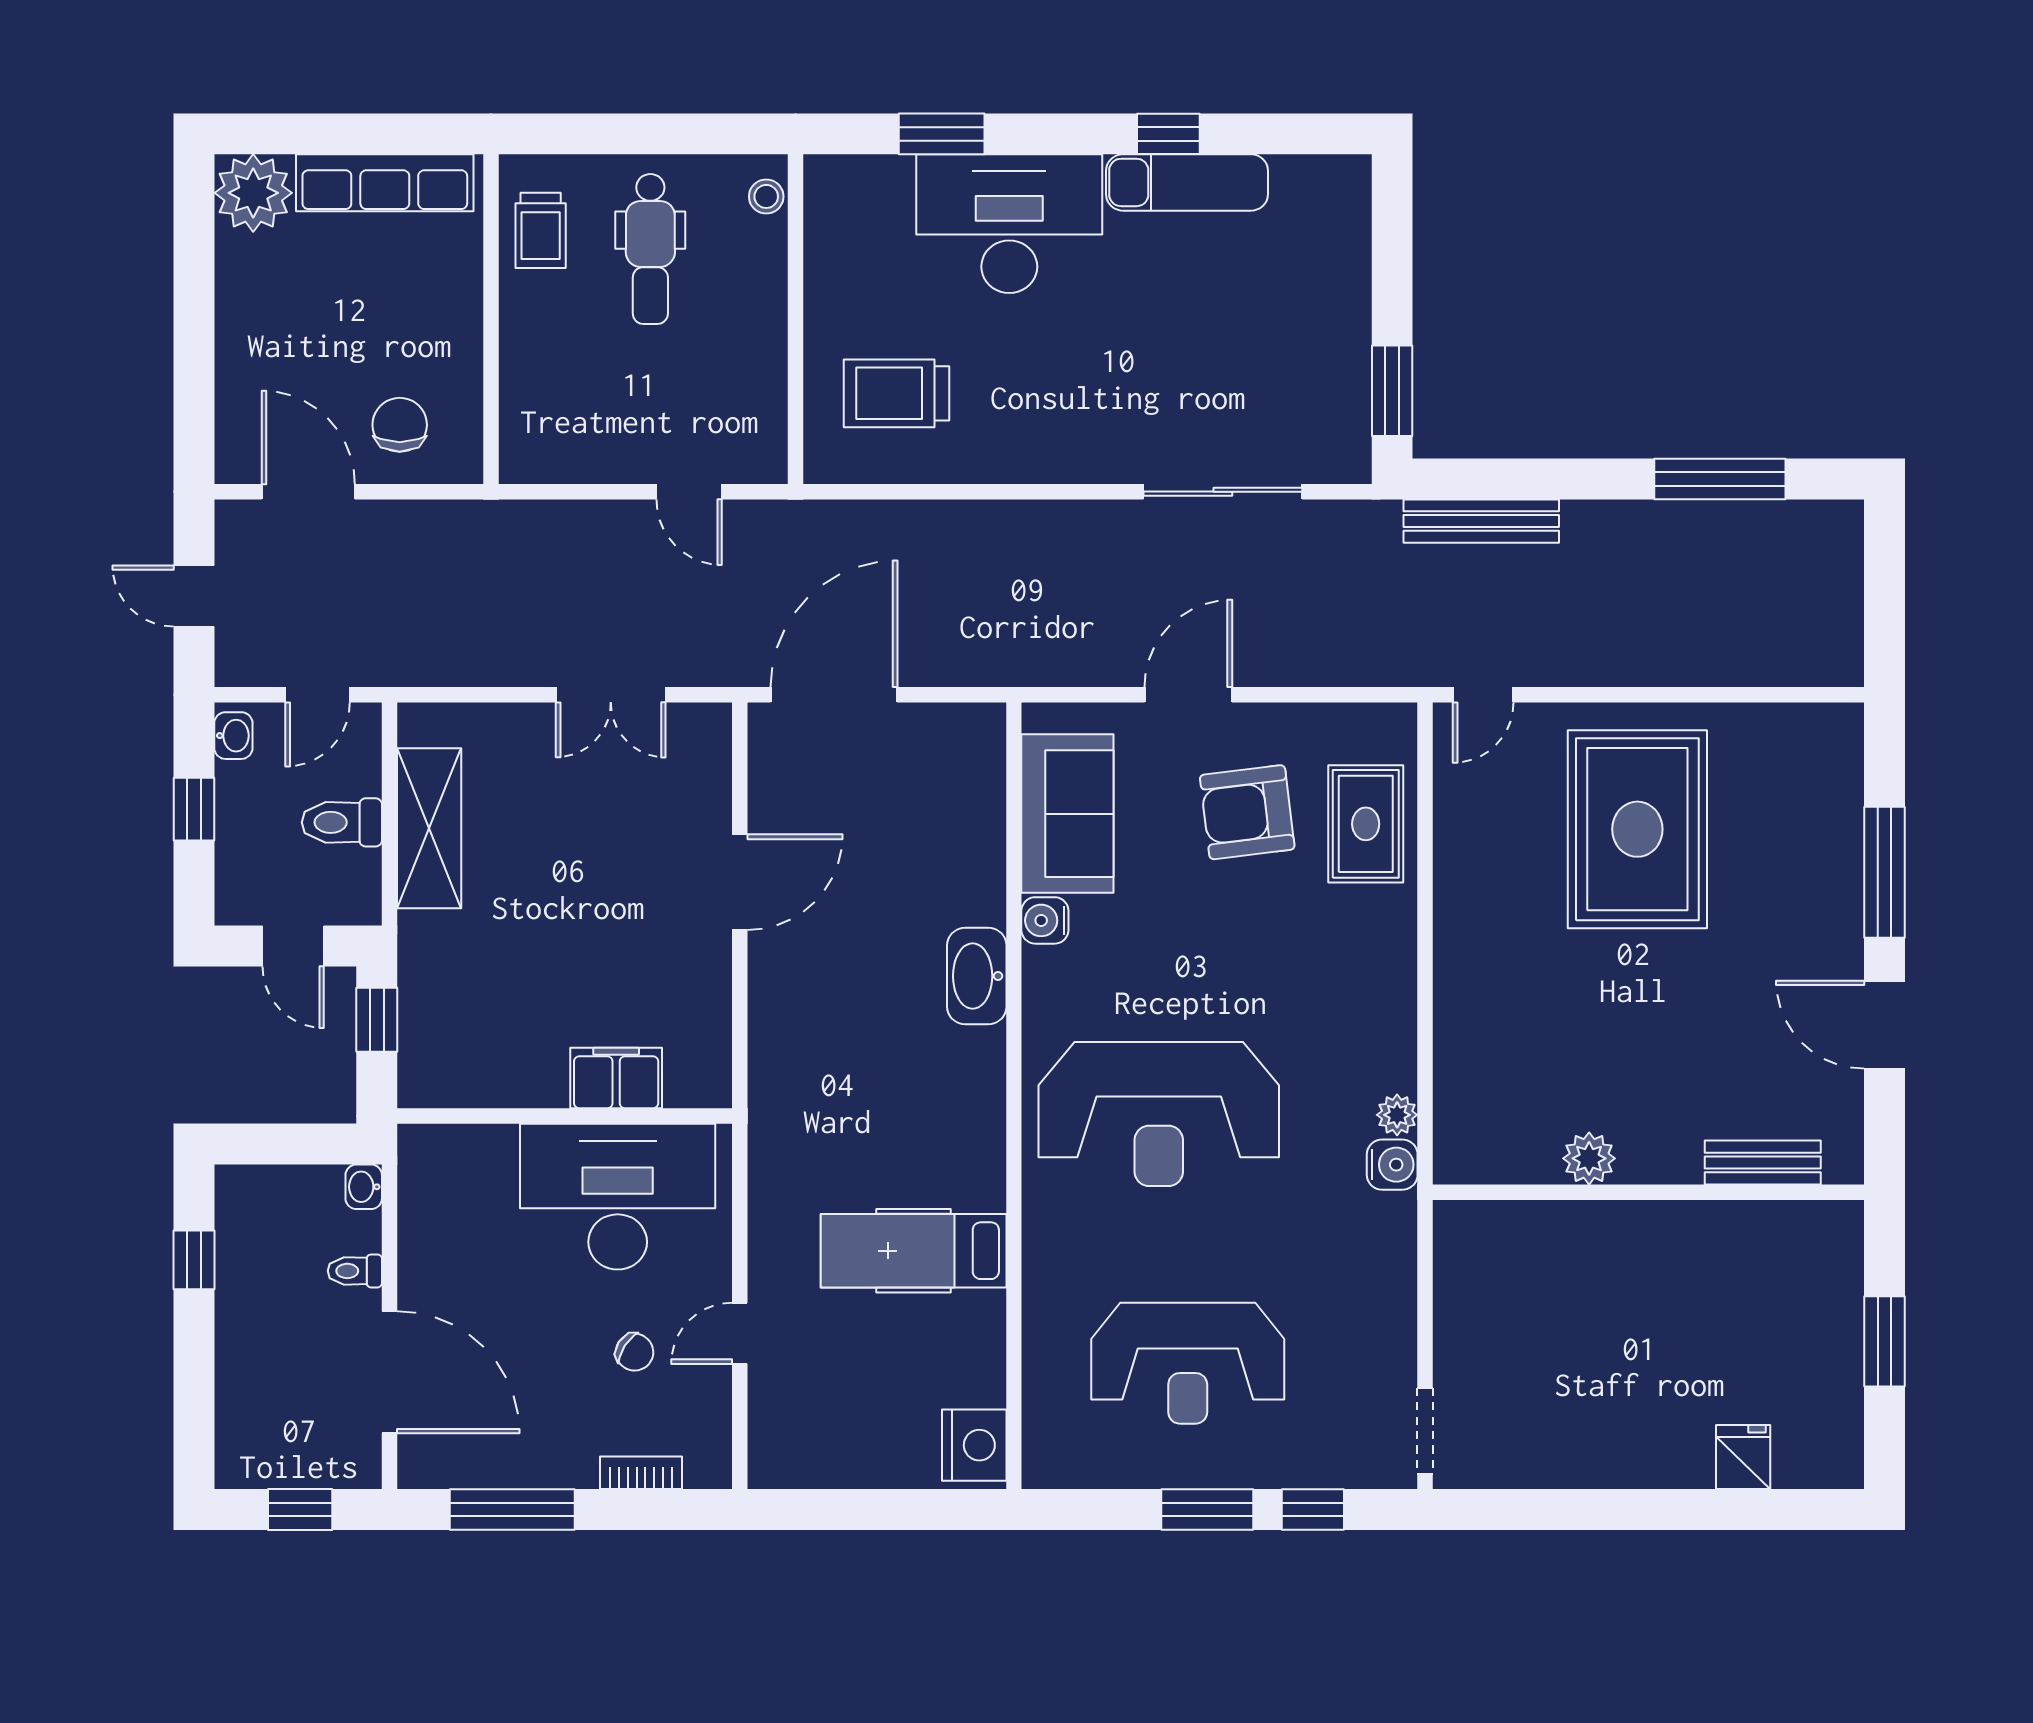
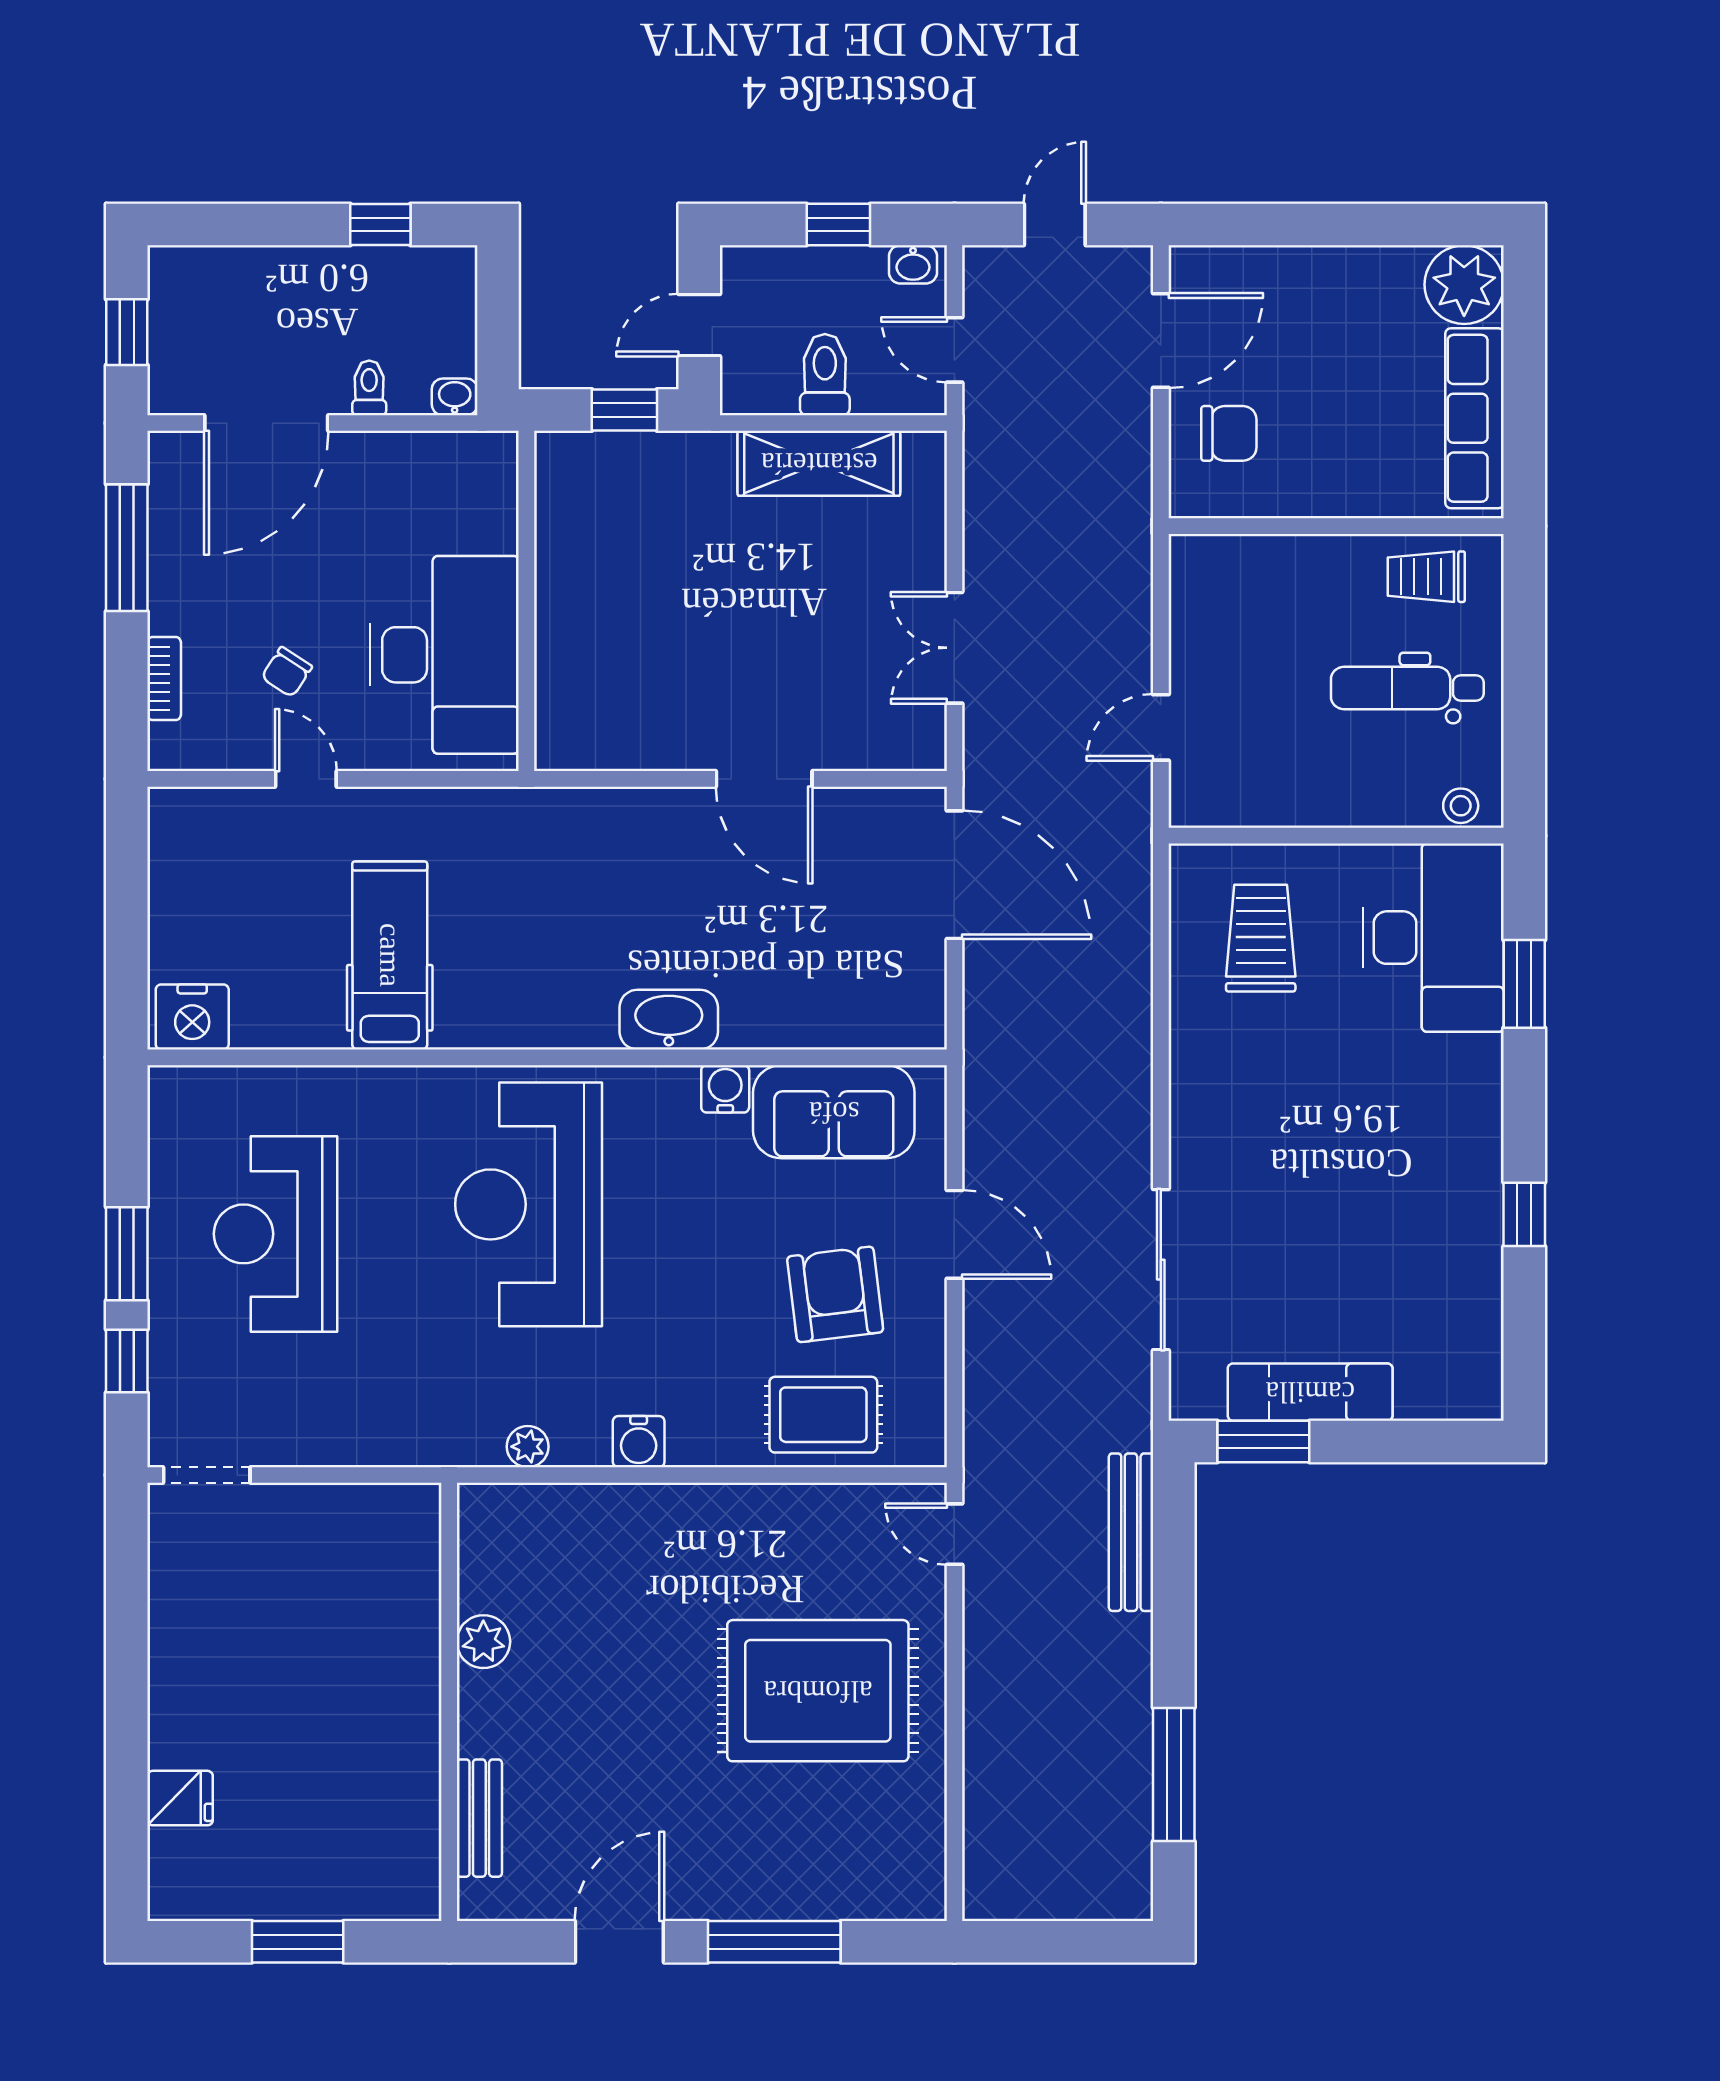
exam couch: (1187, 182) -> (1310, 1392), moved, turned 90
desk: (1009, 224) -> (1433, 938), moved
filing cabinet: (616, 1078) -> (565, 653), removed
water cooler: (1392, 1165) -> (639, 1442), moved

